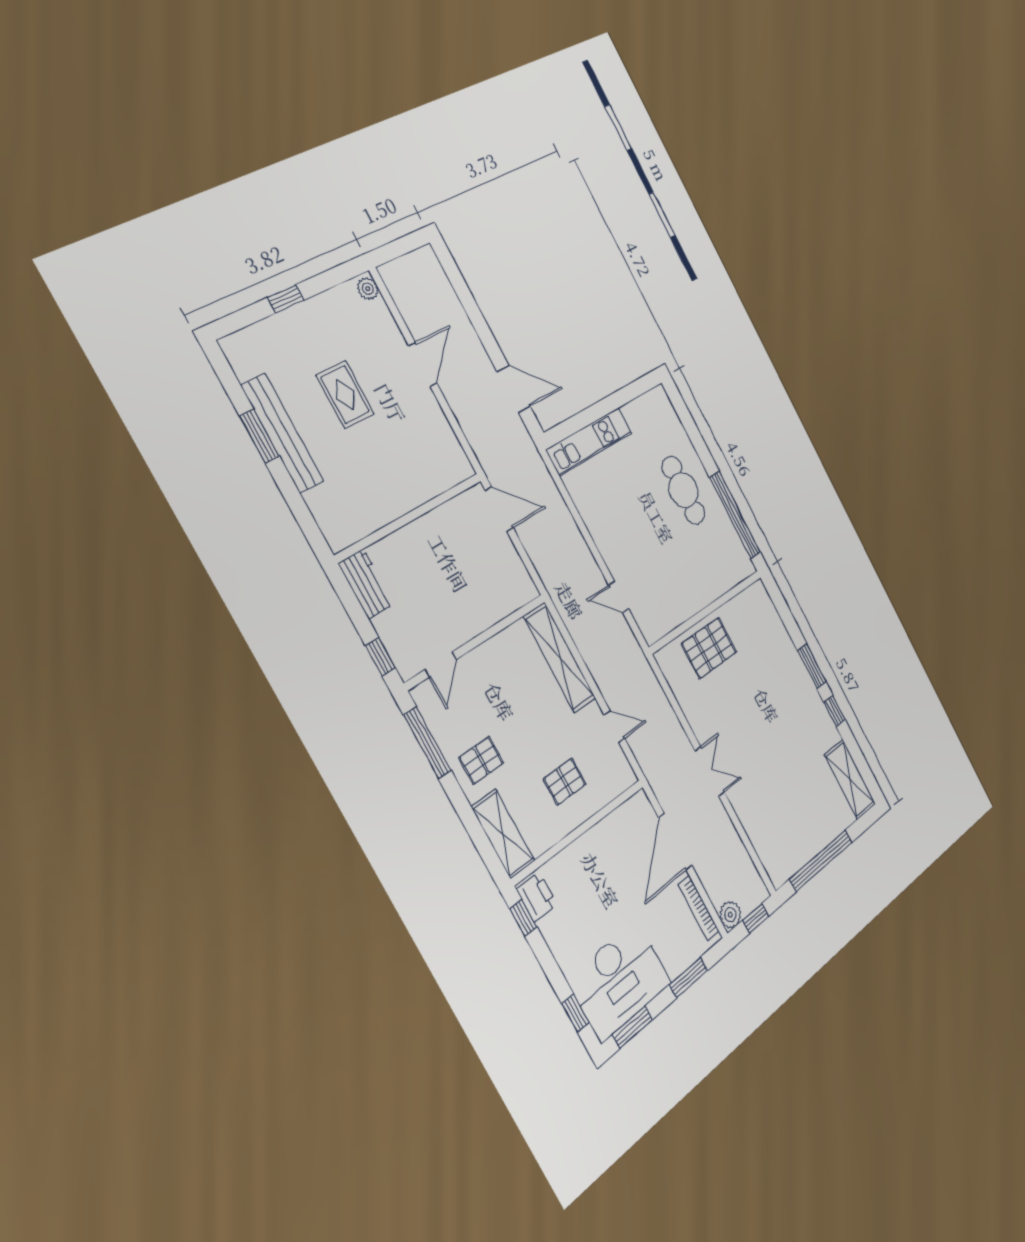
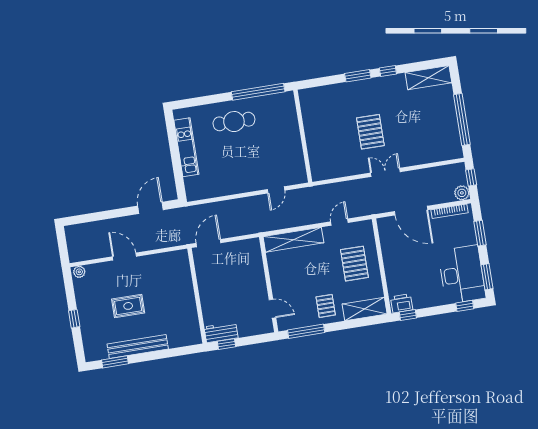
window: (259, 436) -> (115, 362), moved
kitchen unit: (589, 441) -> (186, 147), moved
pallet: (709, 648) -> (370, 132), moved
window: (380, 657) -> (227, 344), moved
pallet: (565, 782) -> (354, 264), width x1.50, depth x1.42

